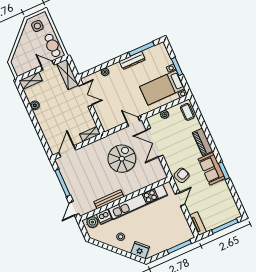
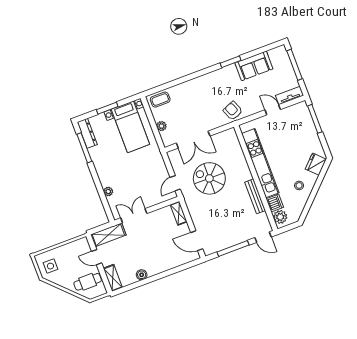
cafe table: (52, 45) -> (88, 282), moved
dresser: (132, 60) -> (87, 133), moved
door: (48, 65) -> (97, 257), hinge flipped
door: (133, 122) -> (175, 183), moved
piano: (203, 142) -> (196, 84), removed
sofa: (212, 169) -> (254, 66), moved
door: (180, 199) -> (273, 110), moved

